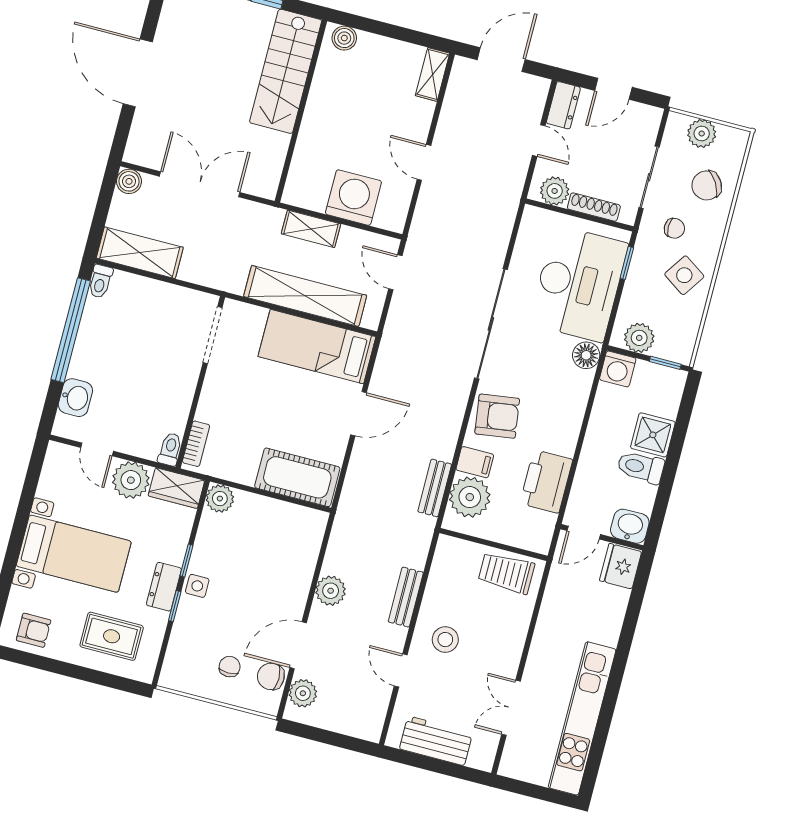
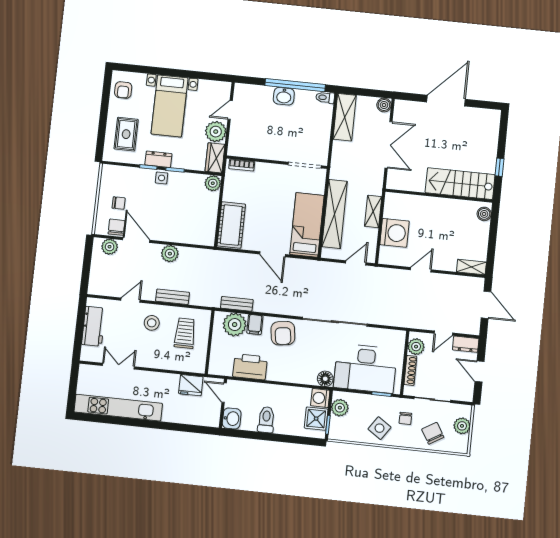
washbasin: (75, 398) -> (284, 96), moved
shower: (653, 435) -> (316, 419), moved
toilet: (170, 449) -> (236, 151), removed
fridge: (621, 566) -> (191, 385), moved, turned 180
trolley: (506, 573) -> (185, 333), moved

